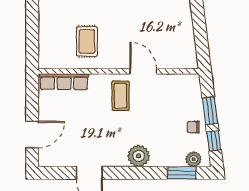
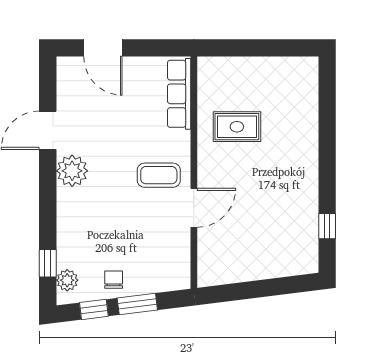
plant: (139, 156) -> (72, 171), moved
window: (182, 173) -> (48, 263), width x0.67

